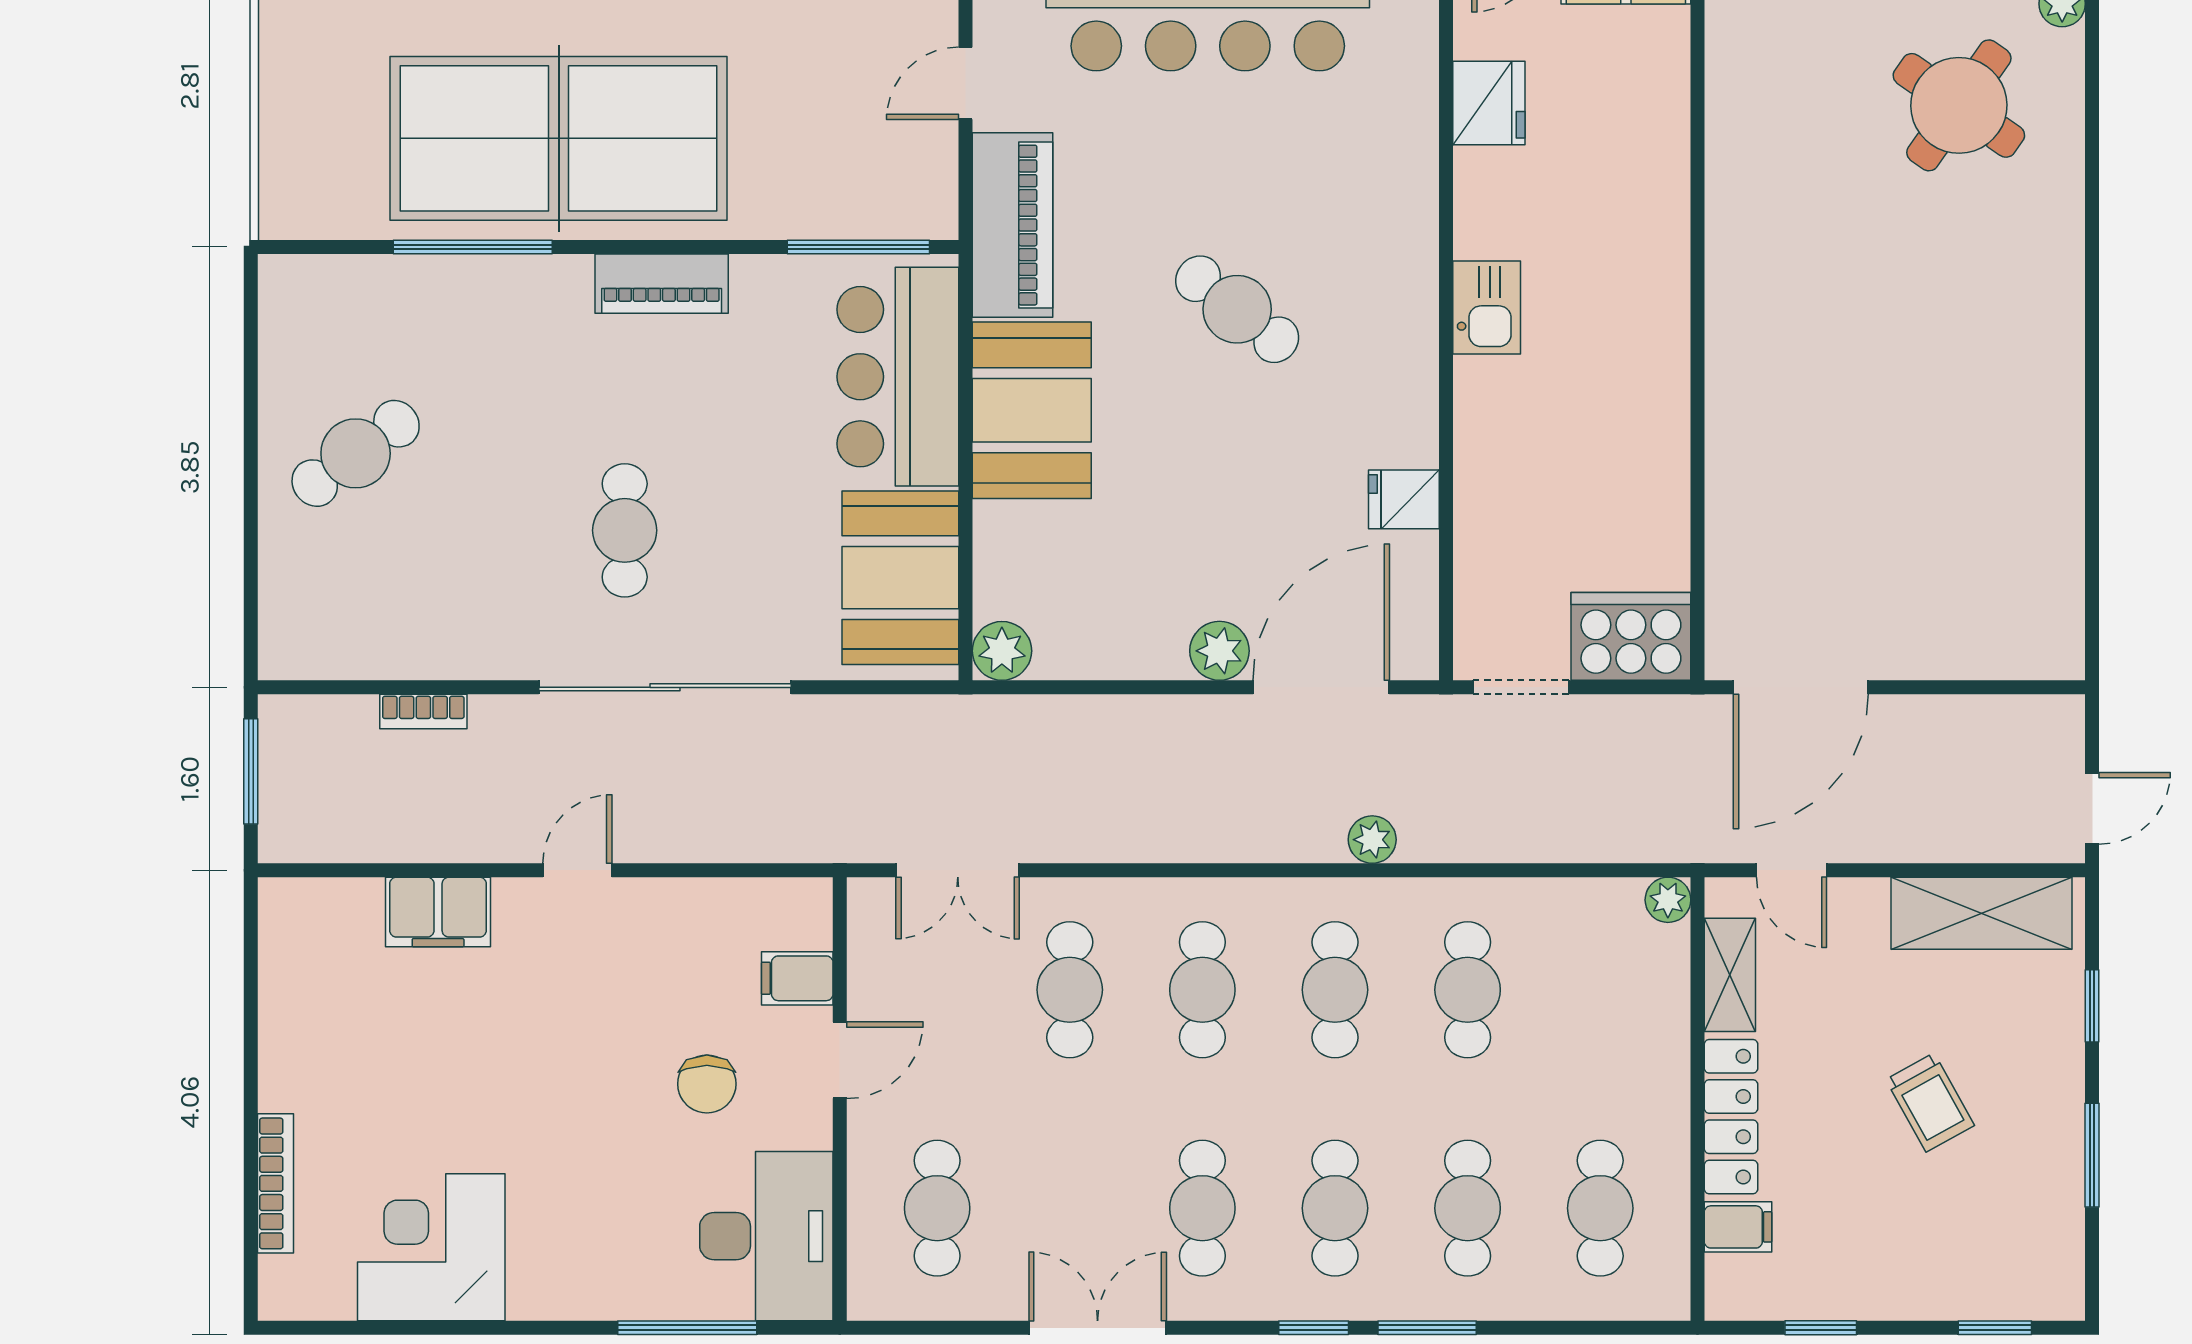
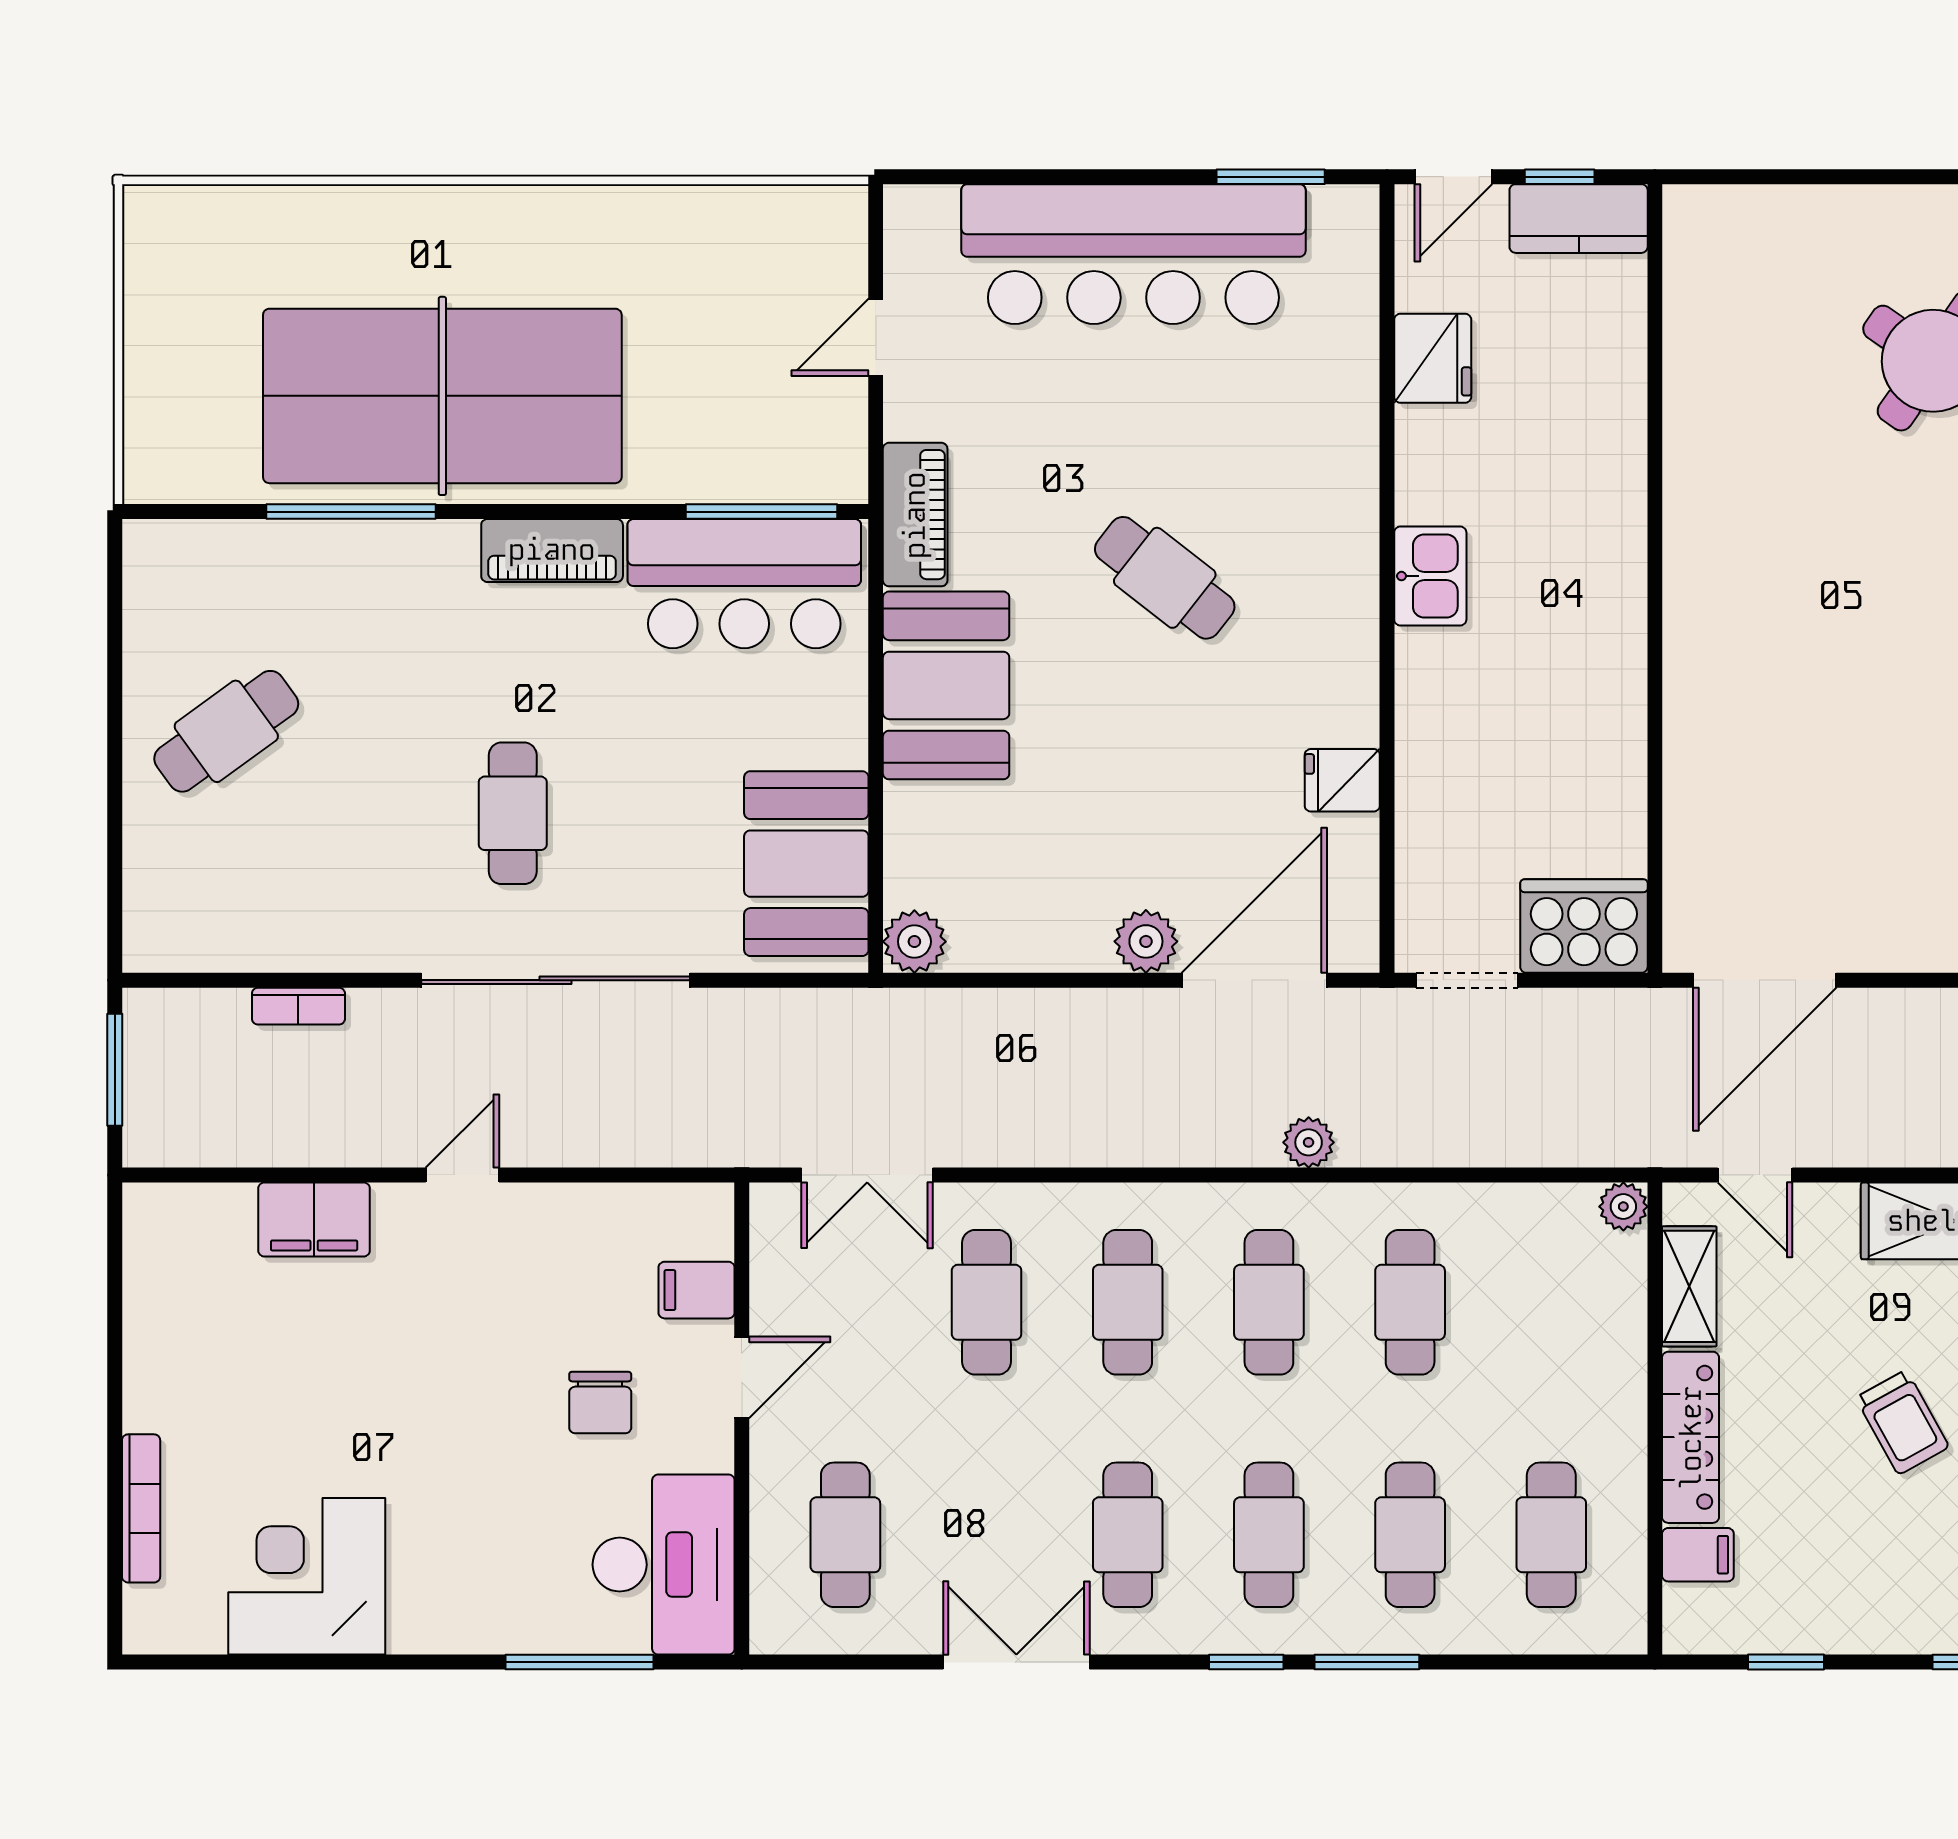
piano: (1013, 225) -> (915, 515), width x0.73, depth x0.75
bar counter: (898, 377) -> (744, 584), moved, turned -90

